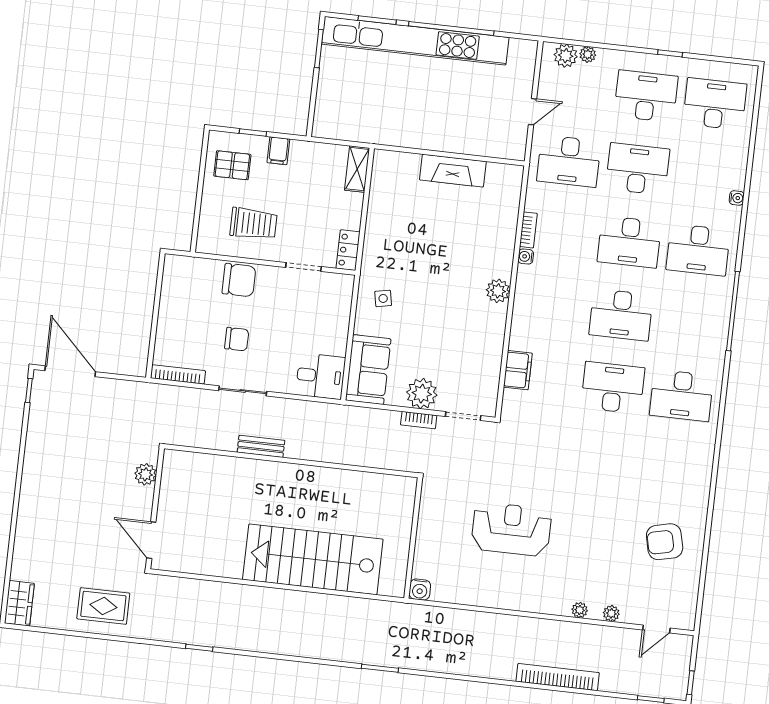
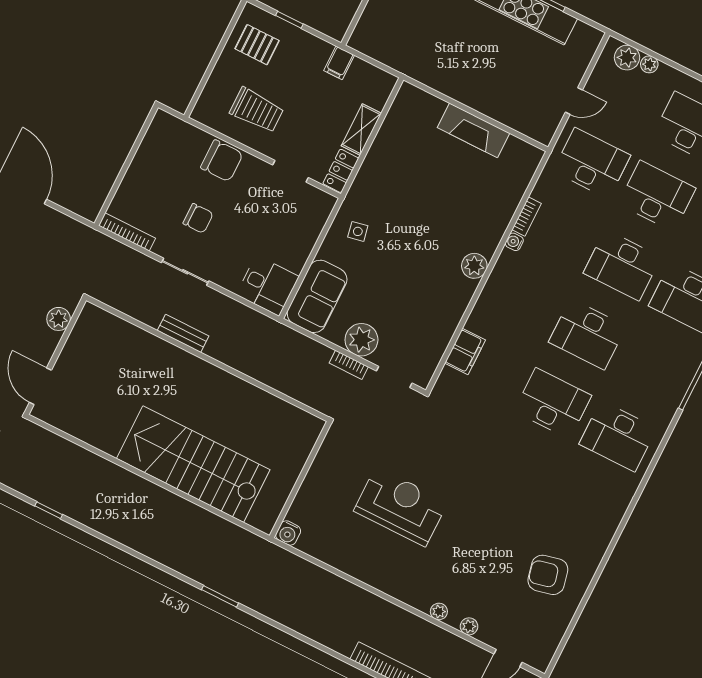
filing cabinet: (278, 151) -> (339, 63), moved
desk: (569, 161) -> (592, 163), turned 180
shelving: (357, 169) -> (361, 130), moved

